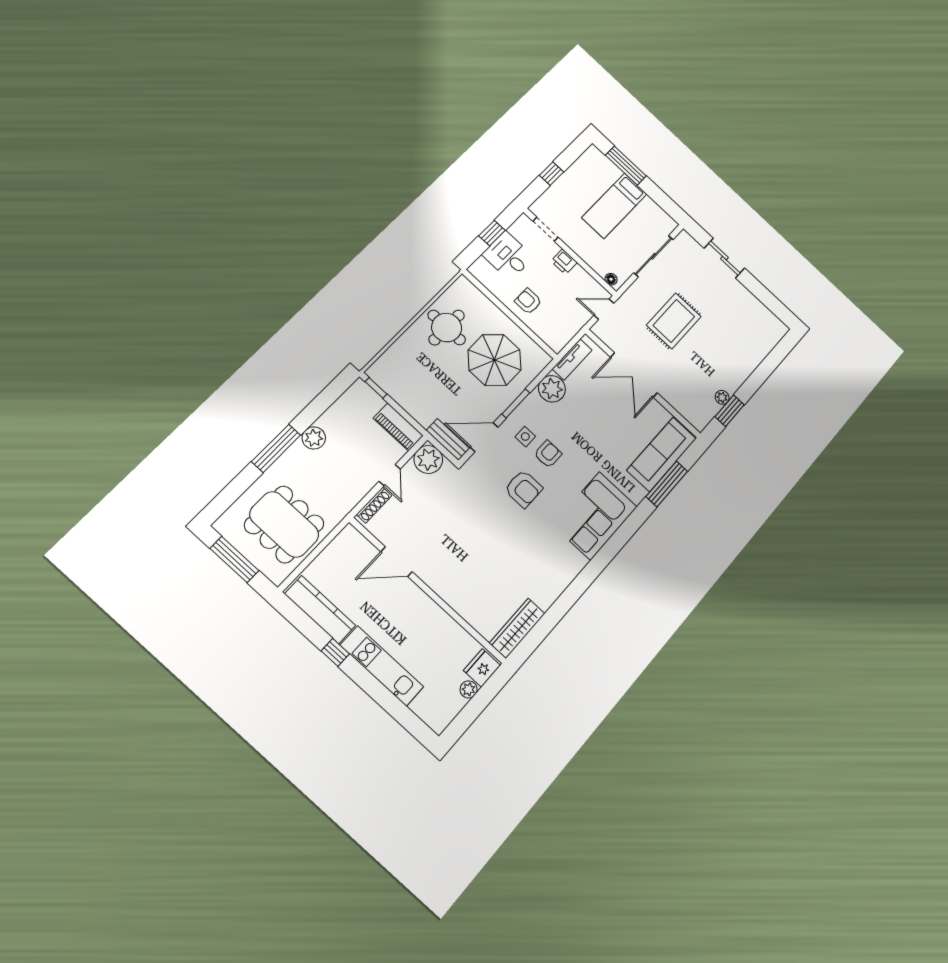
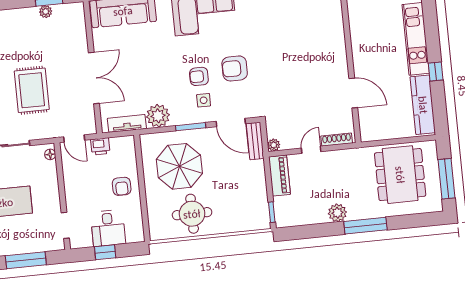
window: (552, 174) -> (26, 260), width x2.17
printer: (564, 262) -> (100, 146), moved, turned 90
rug: (674, 321) -> (32, 90), turned 90
plant: (428, 459) -> (274, 145), width x0.53, depth x0.53
armchair: (523, 489) -> (235, 68), turned -90

